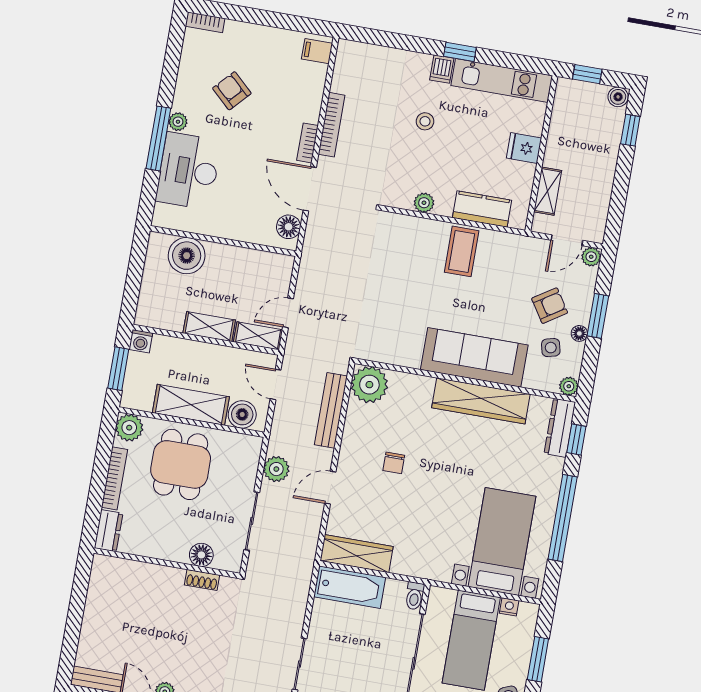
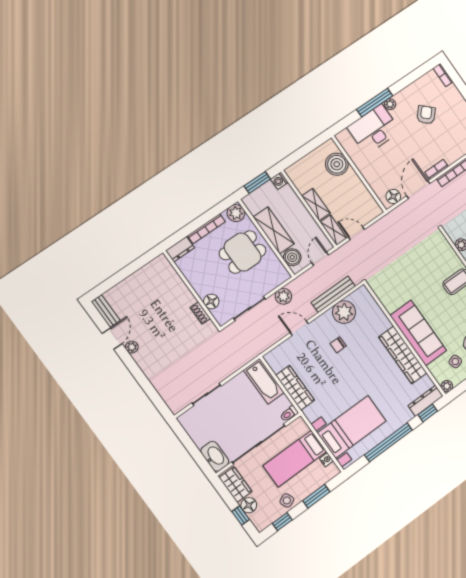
plant: (369, 385) -> (344, 312), moved
wardrobe: (357, 554) -> (295, 388), moved

